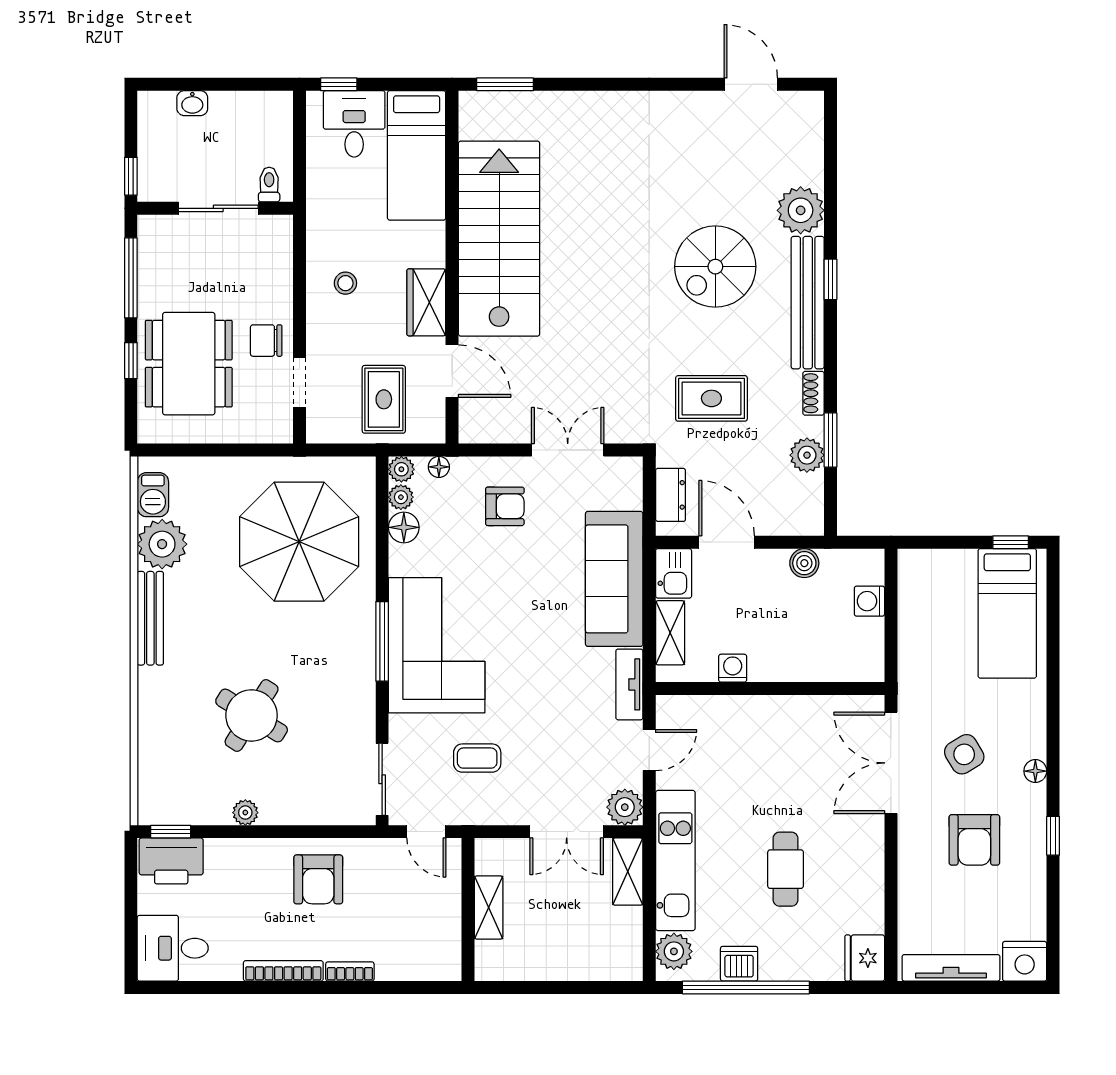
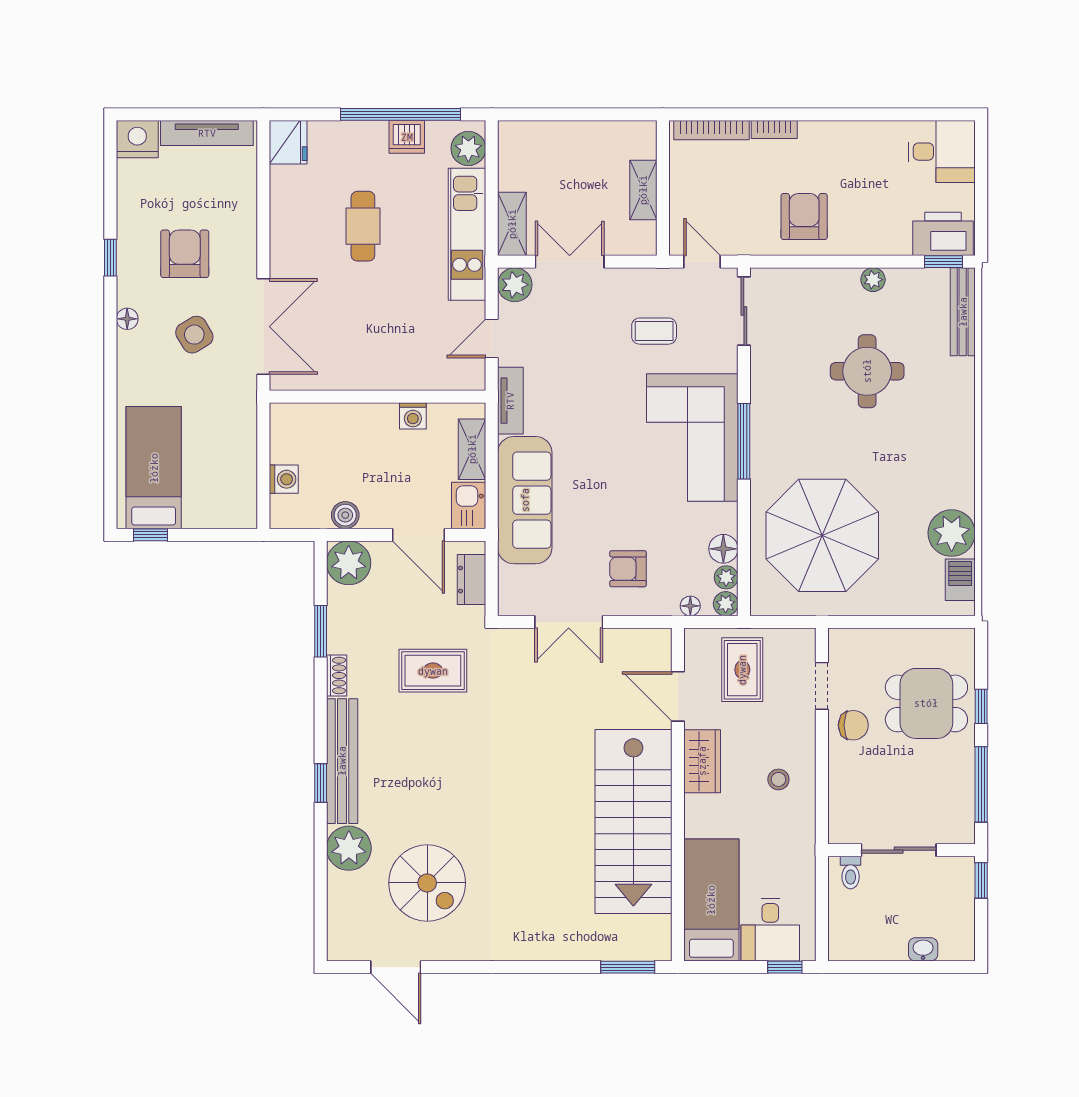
spiral stairs: (715, 267) -> (427, 883), moved, turned 90
dining table: (189, 364) -> (926, 703), width x0.73
plant: (807, 455) -> (349, 563), moved, width x1.36, depth x1.36
bench: (150, 618) -> (963, 312), moved
round table: (252, 715) -> (867, 371), turned -32
bookcase: (283, 971) -> (711, 130), moved

